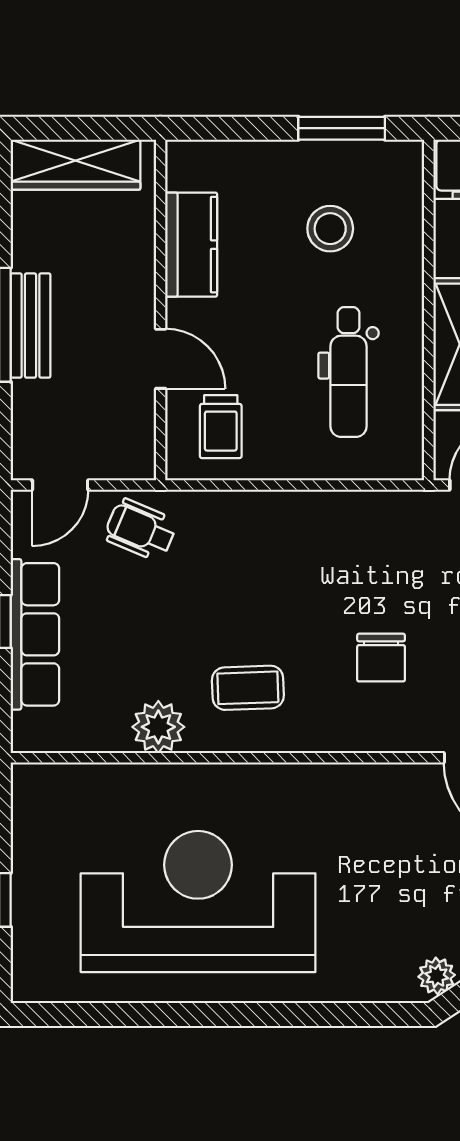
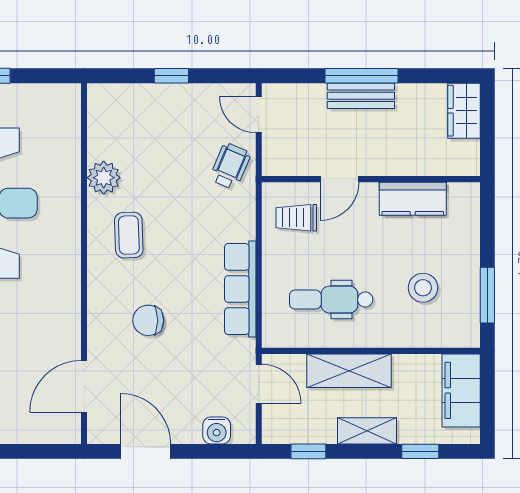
wardrobe: (75, 165) -> (464, 111), width x0.67
row of seats: (35, 634) -> (240, 289), moved, turned 90

